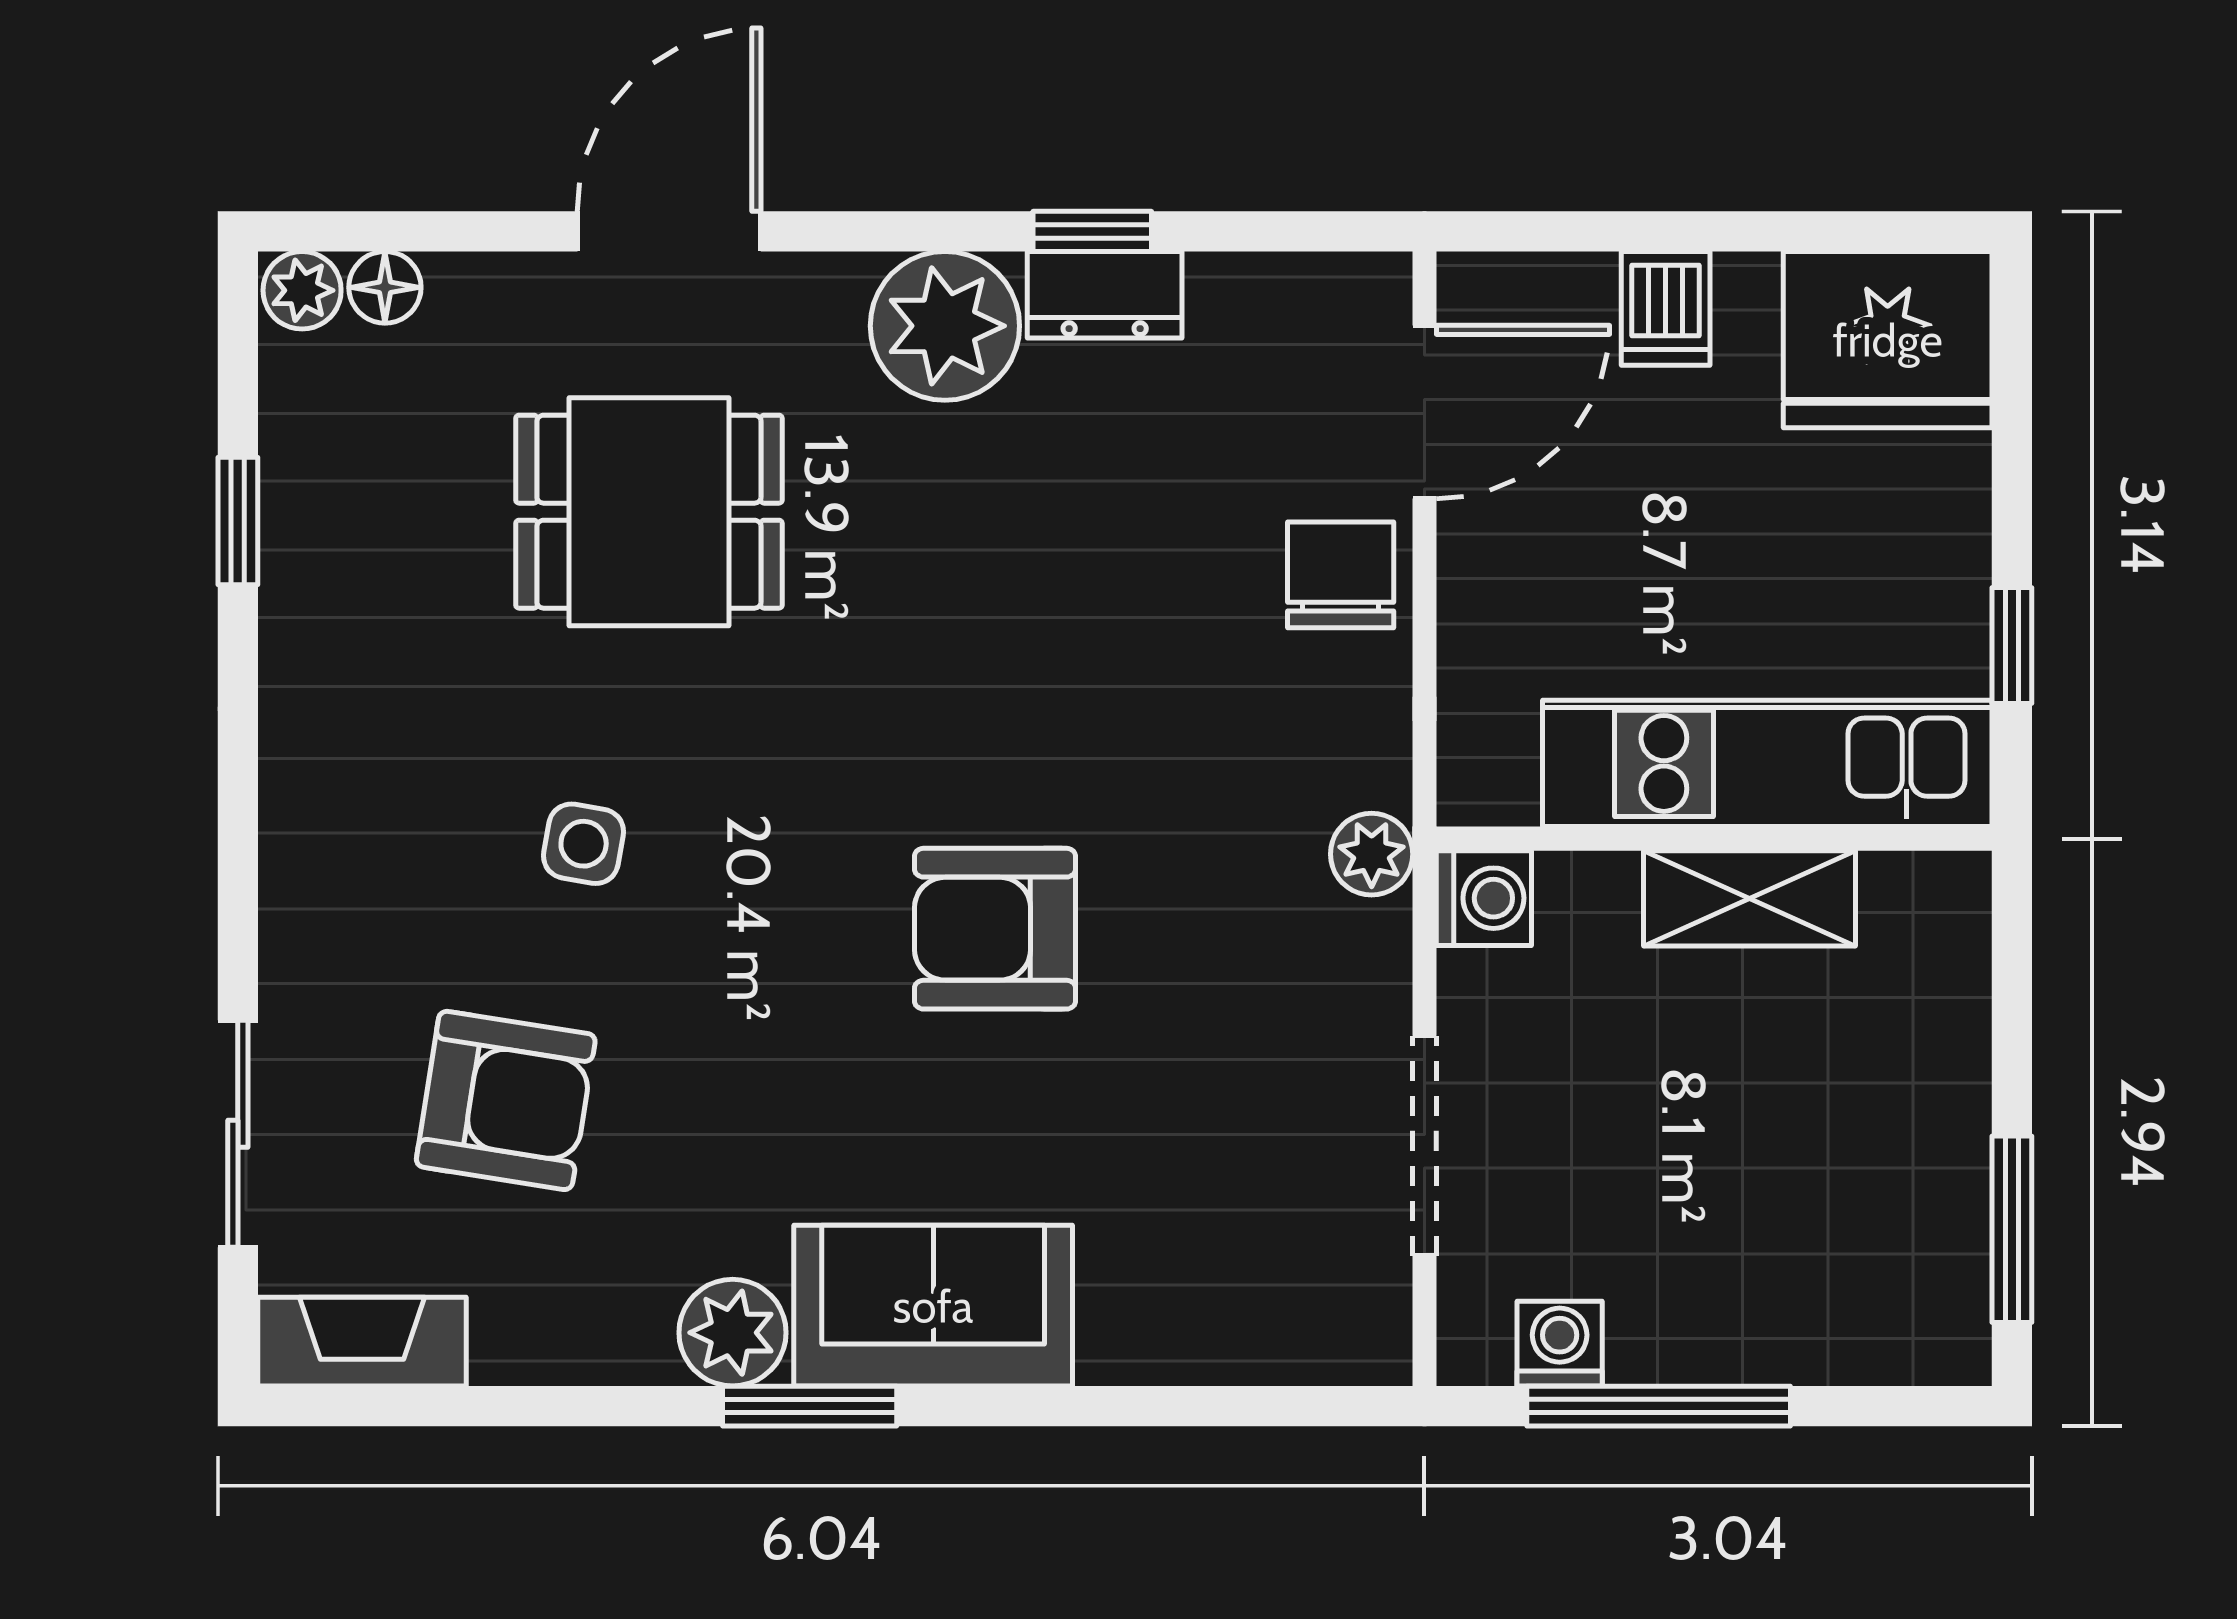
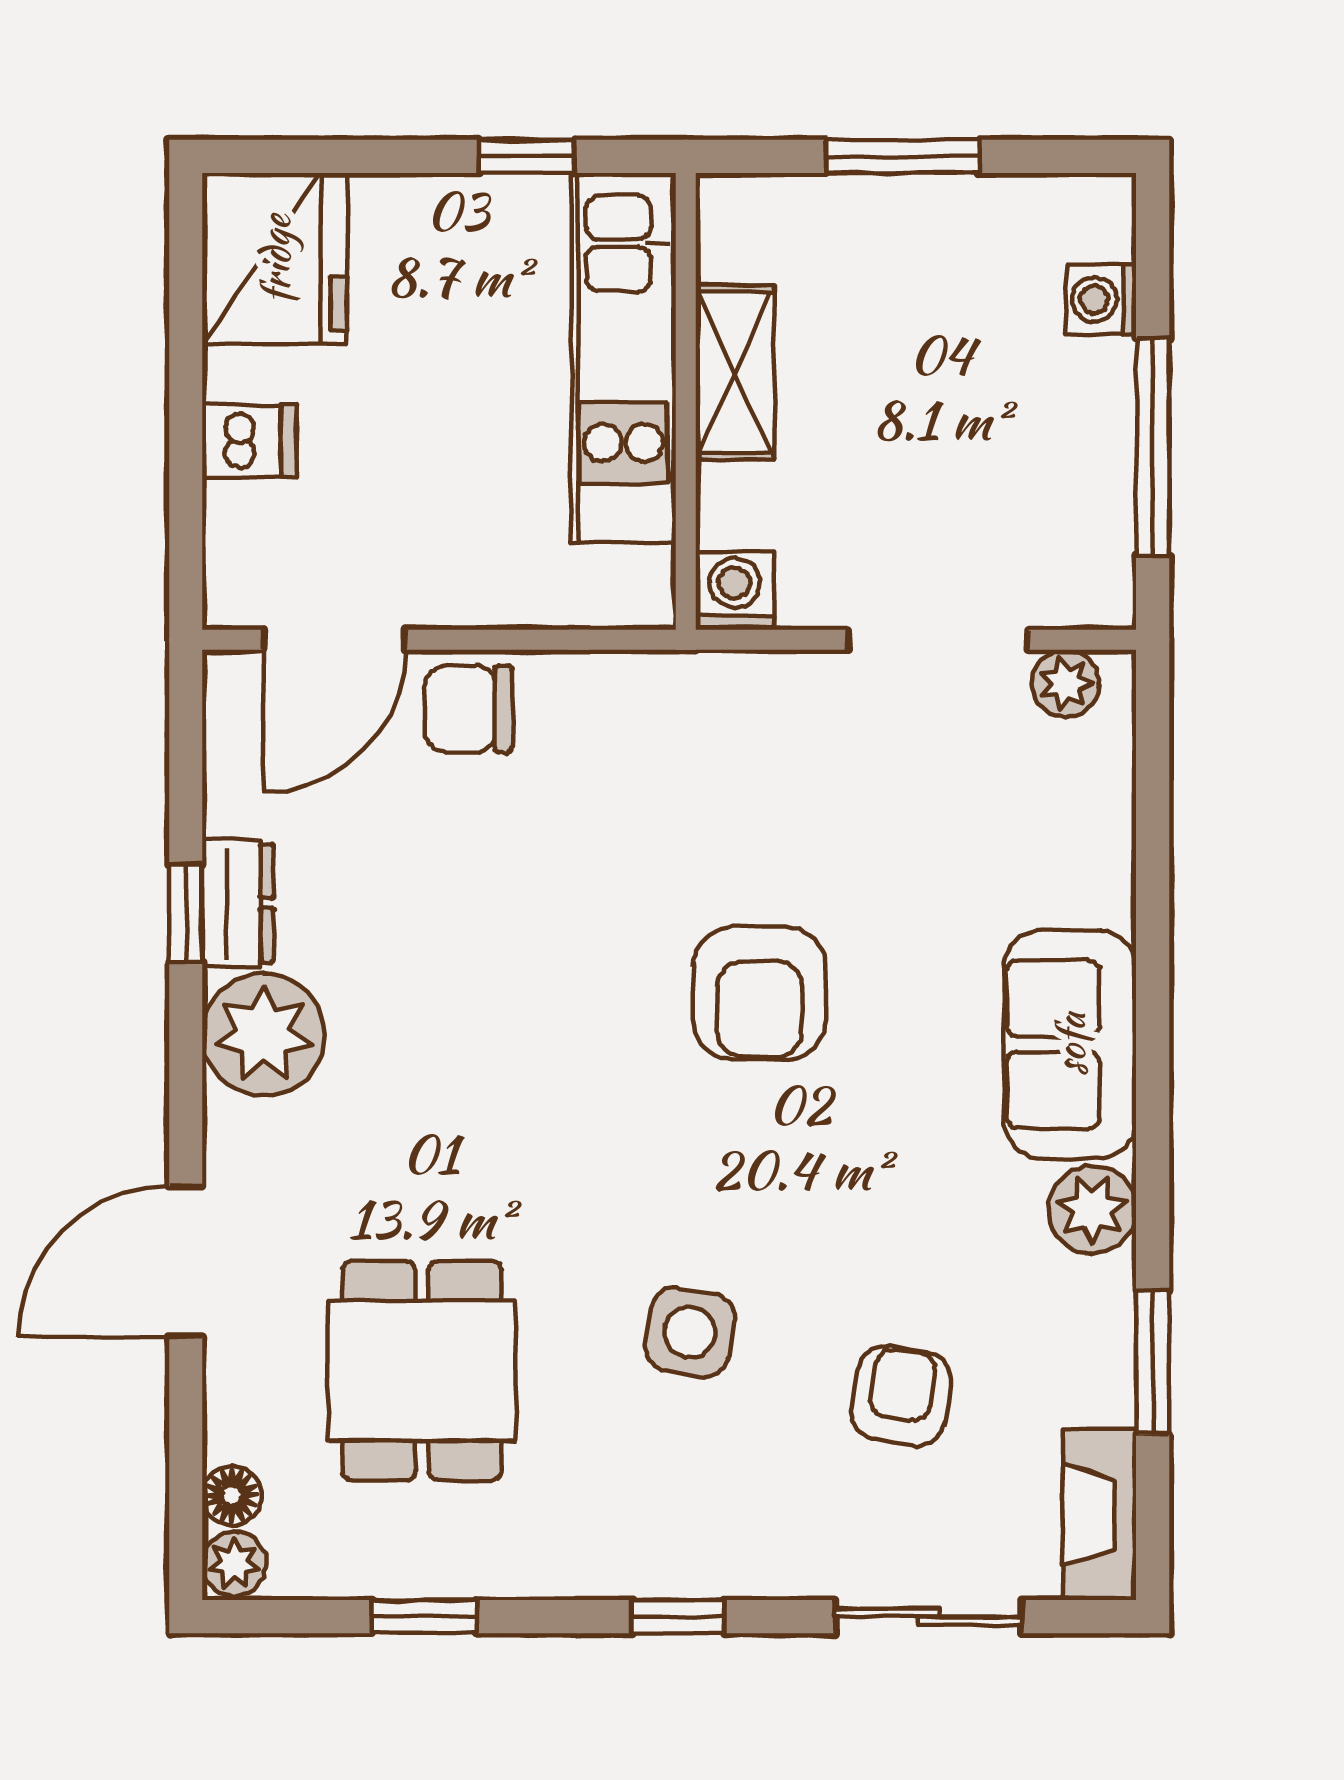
door: (669, 231) -> (186, 1262), hinge flipped
door: (1424, 412) -> (334, 640), swing flipped
dining table: (649, 512) -> (422, 1370), moved
window: (238, 829) -> (678, 1617), added
side table: (584, 844) -> (690, 1332), width x1.37, depth x1.37
plant: (1372, 854) -> (1066, 683), moved
armchair: (506, 1100) -> (901, 1396), width x0.72, depth x0.72
window: (2012, 1229) -> (903, 156), moved
washing machine: (1560, 1344) -> (1101, 299), moved
window: (810, 1406) -> (1153, 1362), moved

